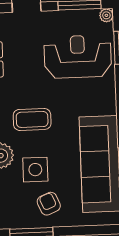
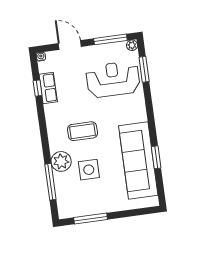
armchair: (49, 204) -> (102, 195), removed

